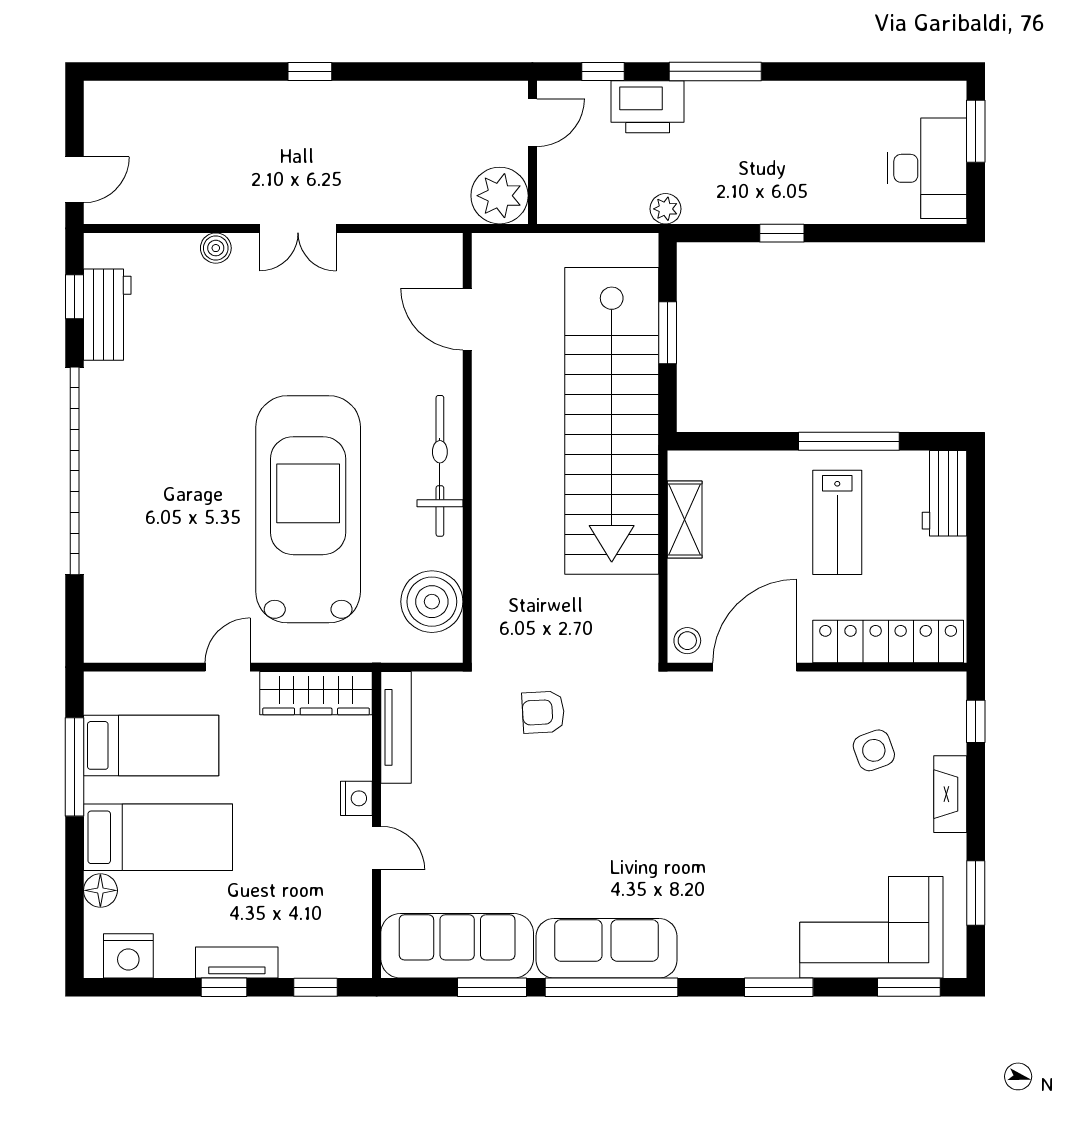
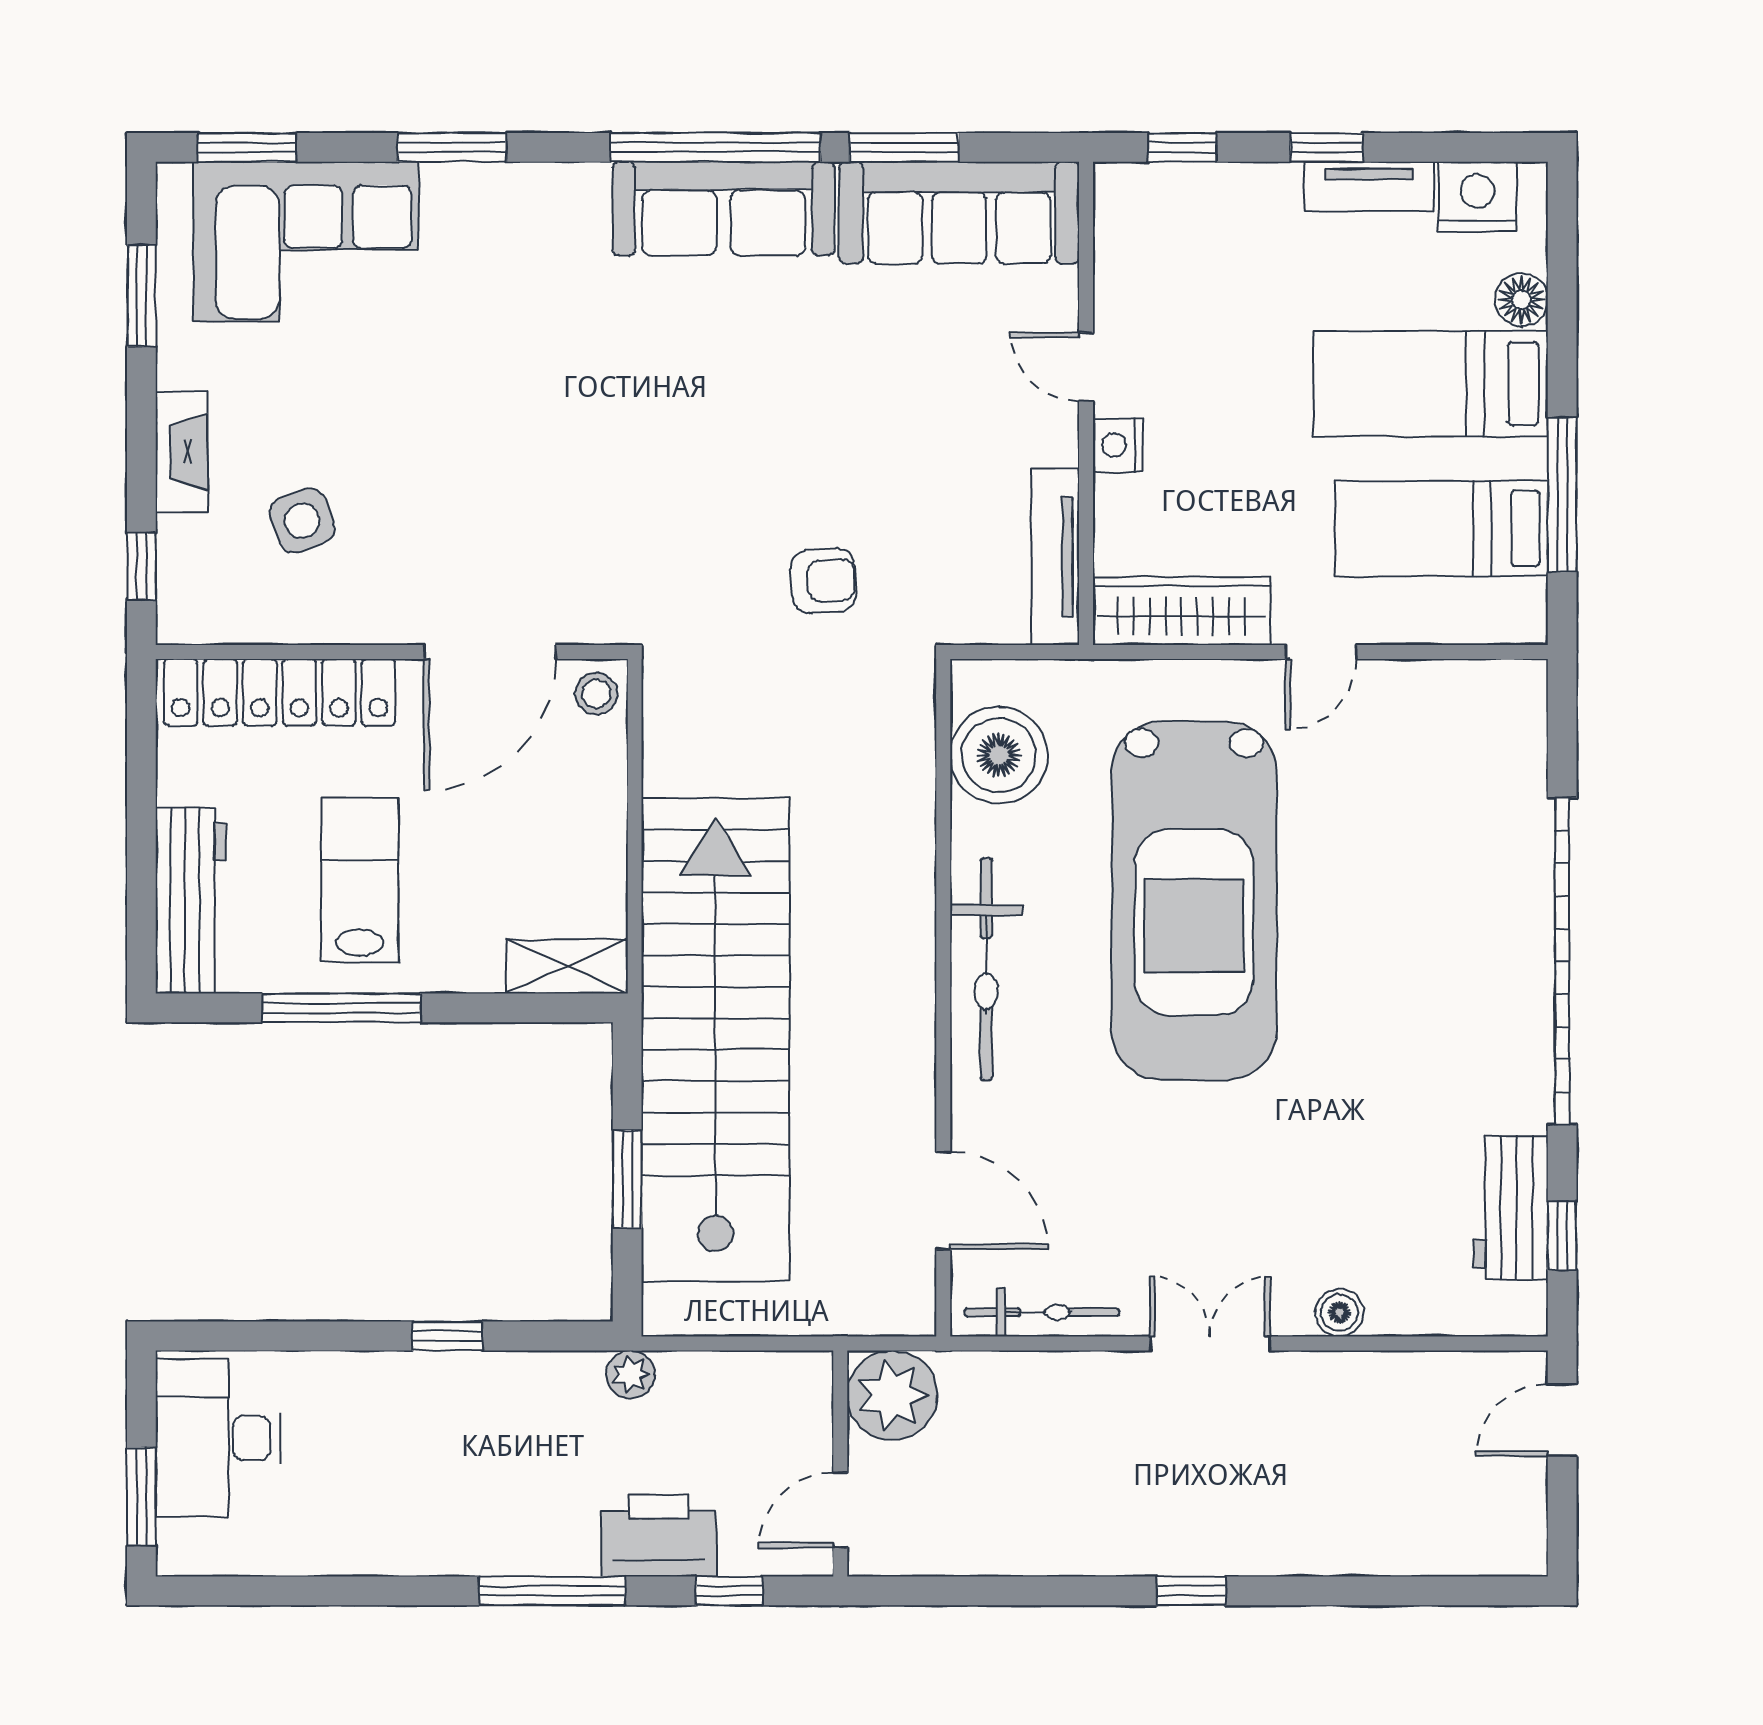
bicycle: (405, 248) -> (1042, 1312), added
workbench: (945, 493) -> (191, 901), width x1.38
shelving: (685, 520) -> (567, 966), moved, turned 90
tv unit: (237, 962) -> (1369, 186), moved

